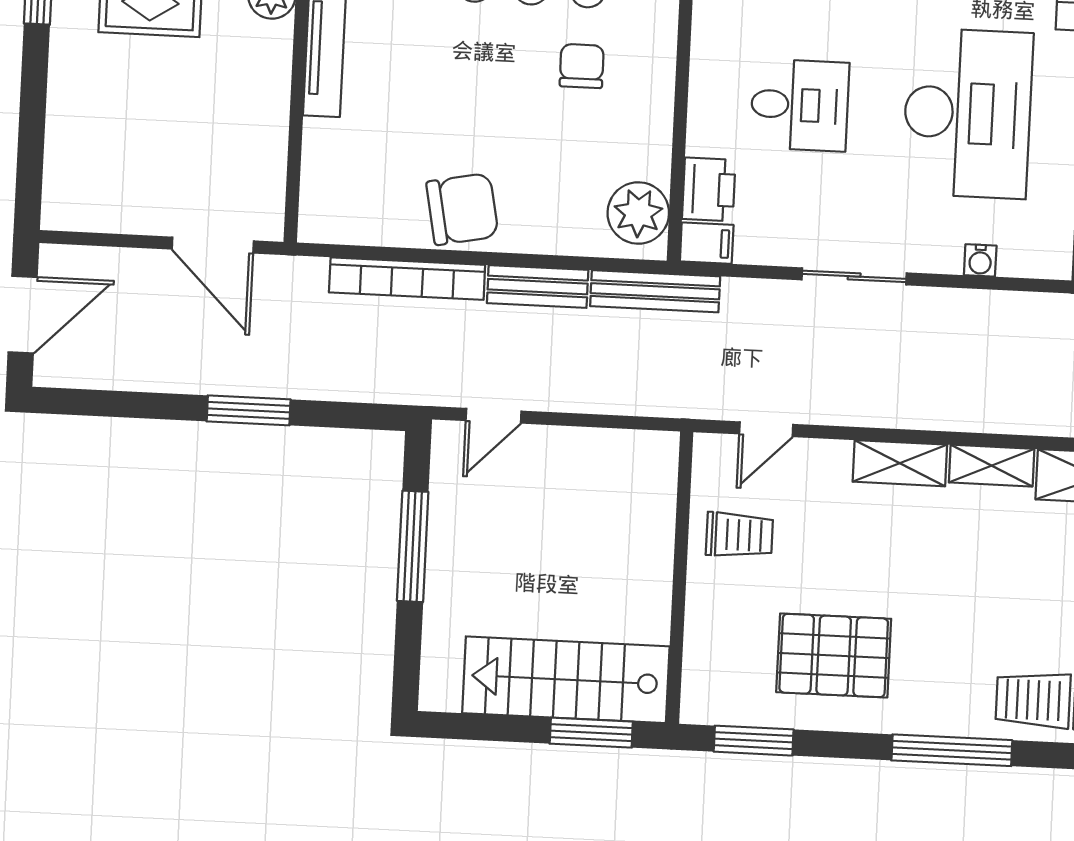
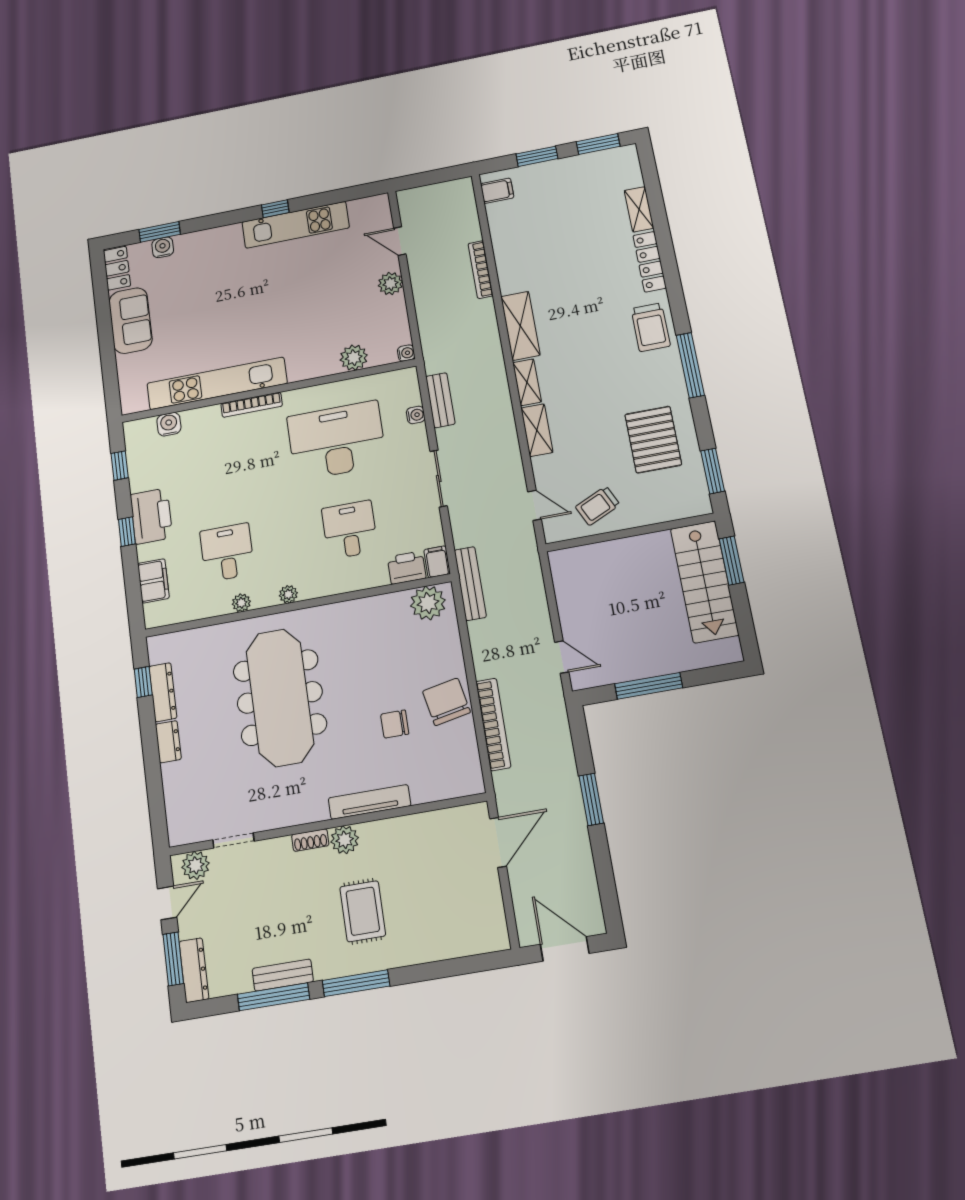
chair: (582, 66) -> (395, 724), moved
bench: (538, 287) -> (440, 400), moved
trolley: (739, 535) -> (598, 506), turned -115

